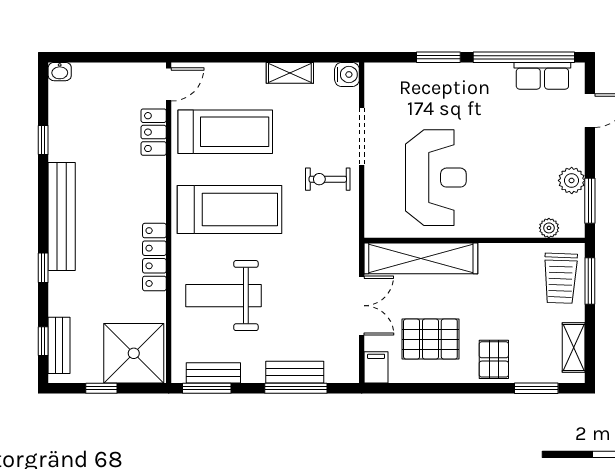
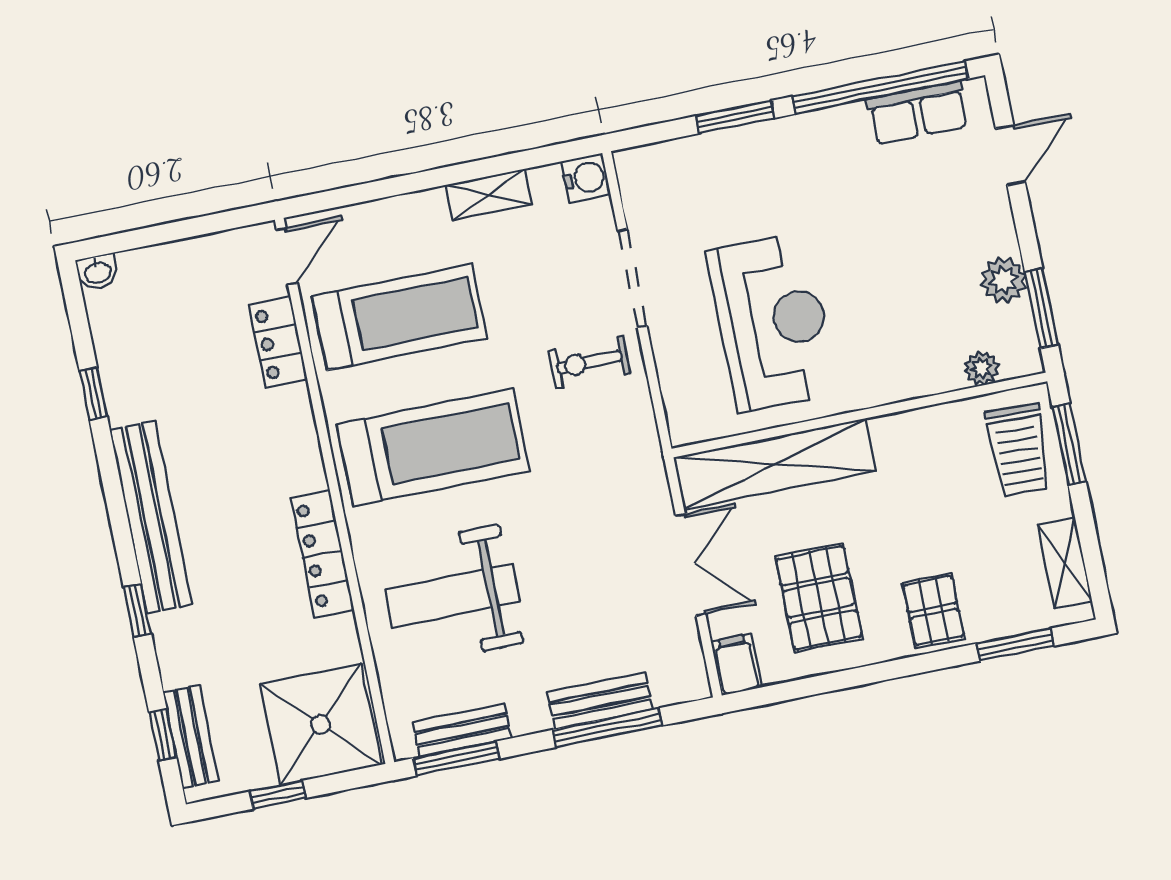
pallet: (430, 339) -> (819, 598), turned 90

